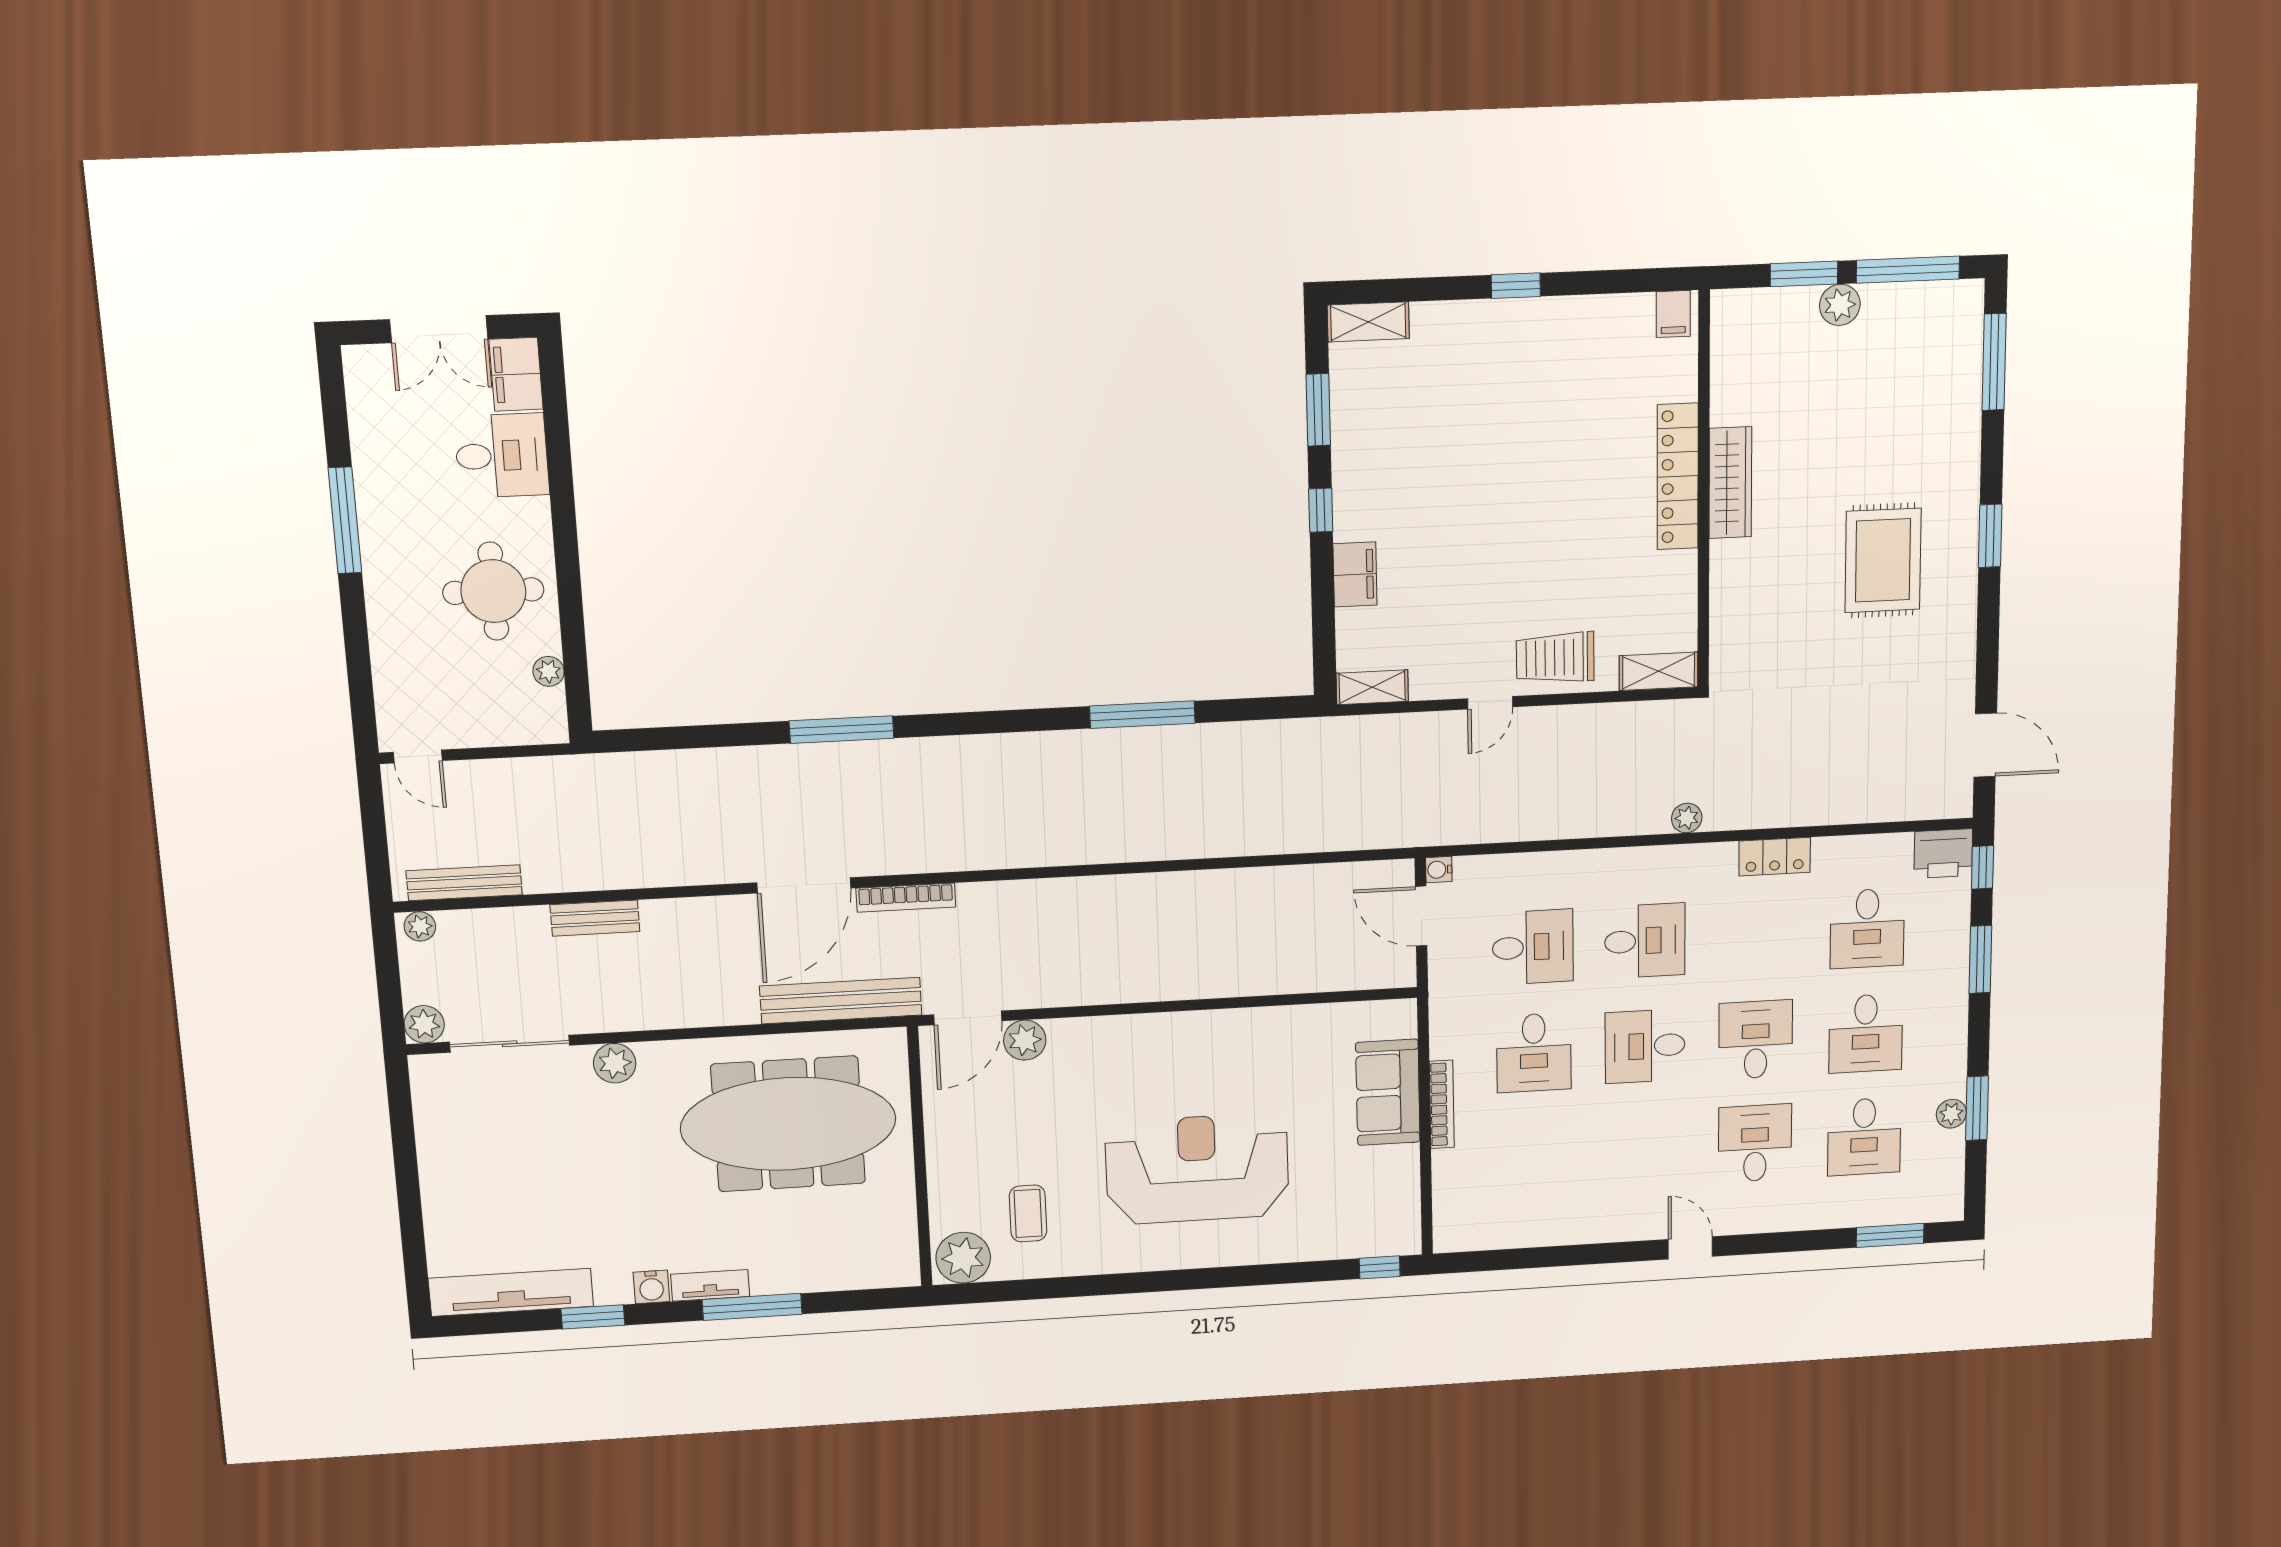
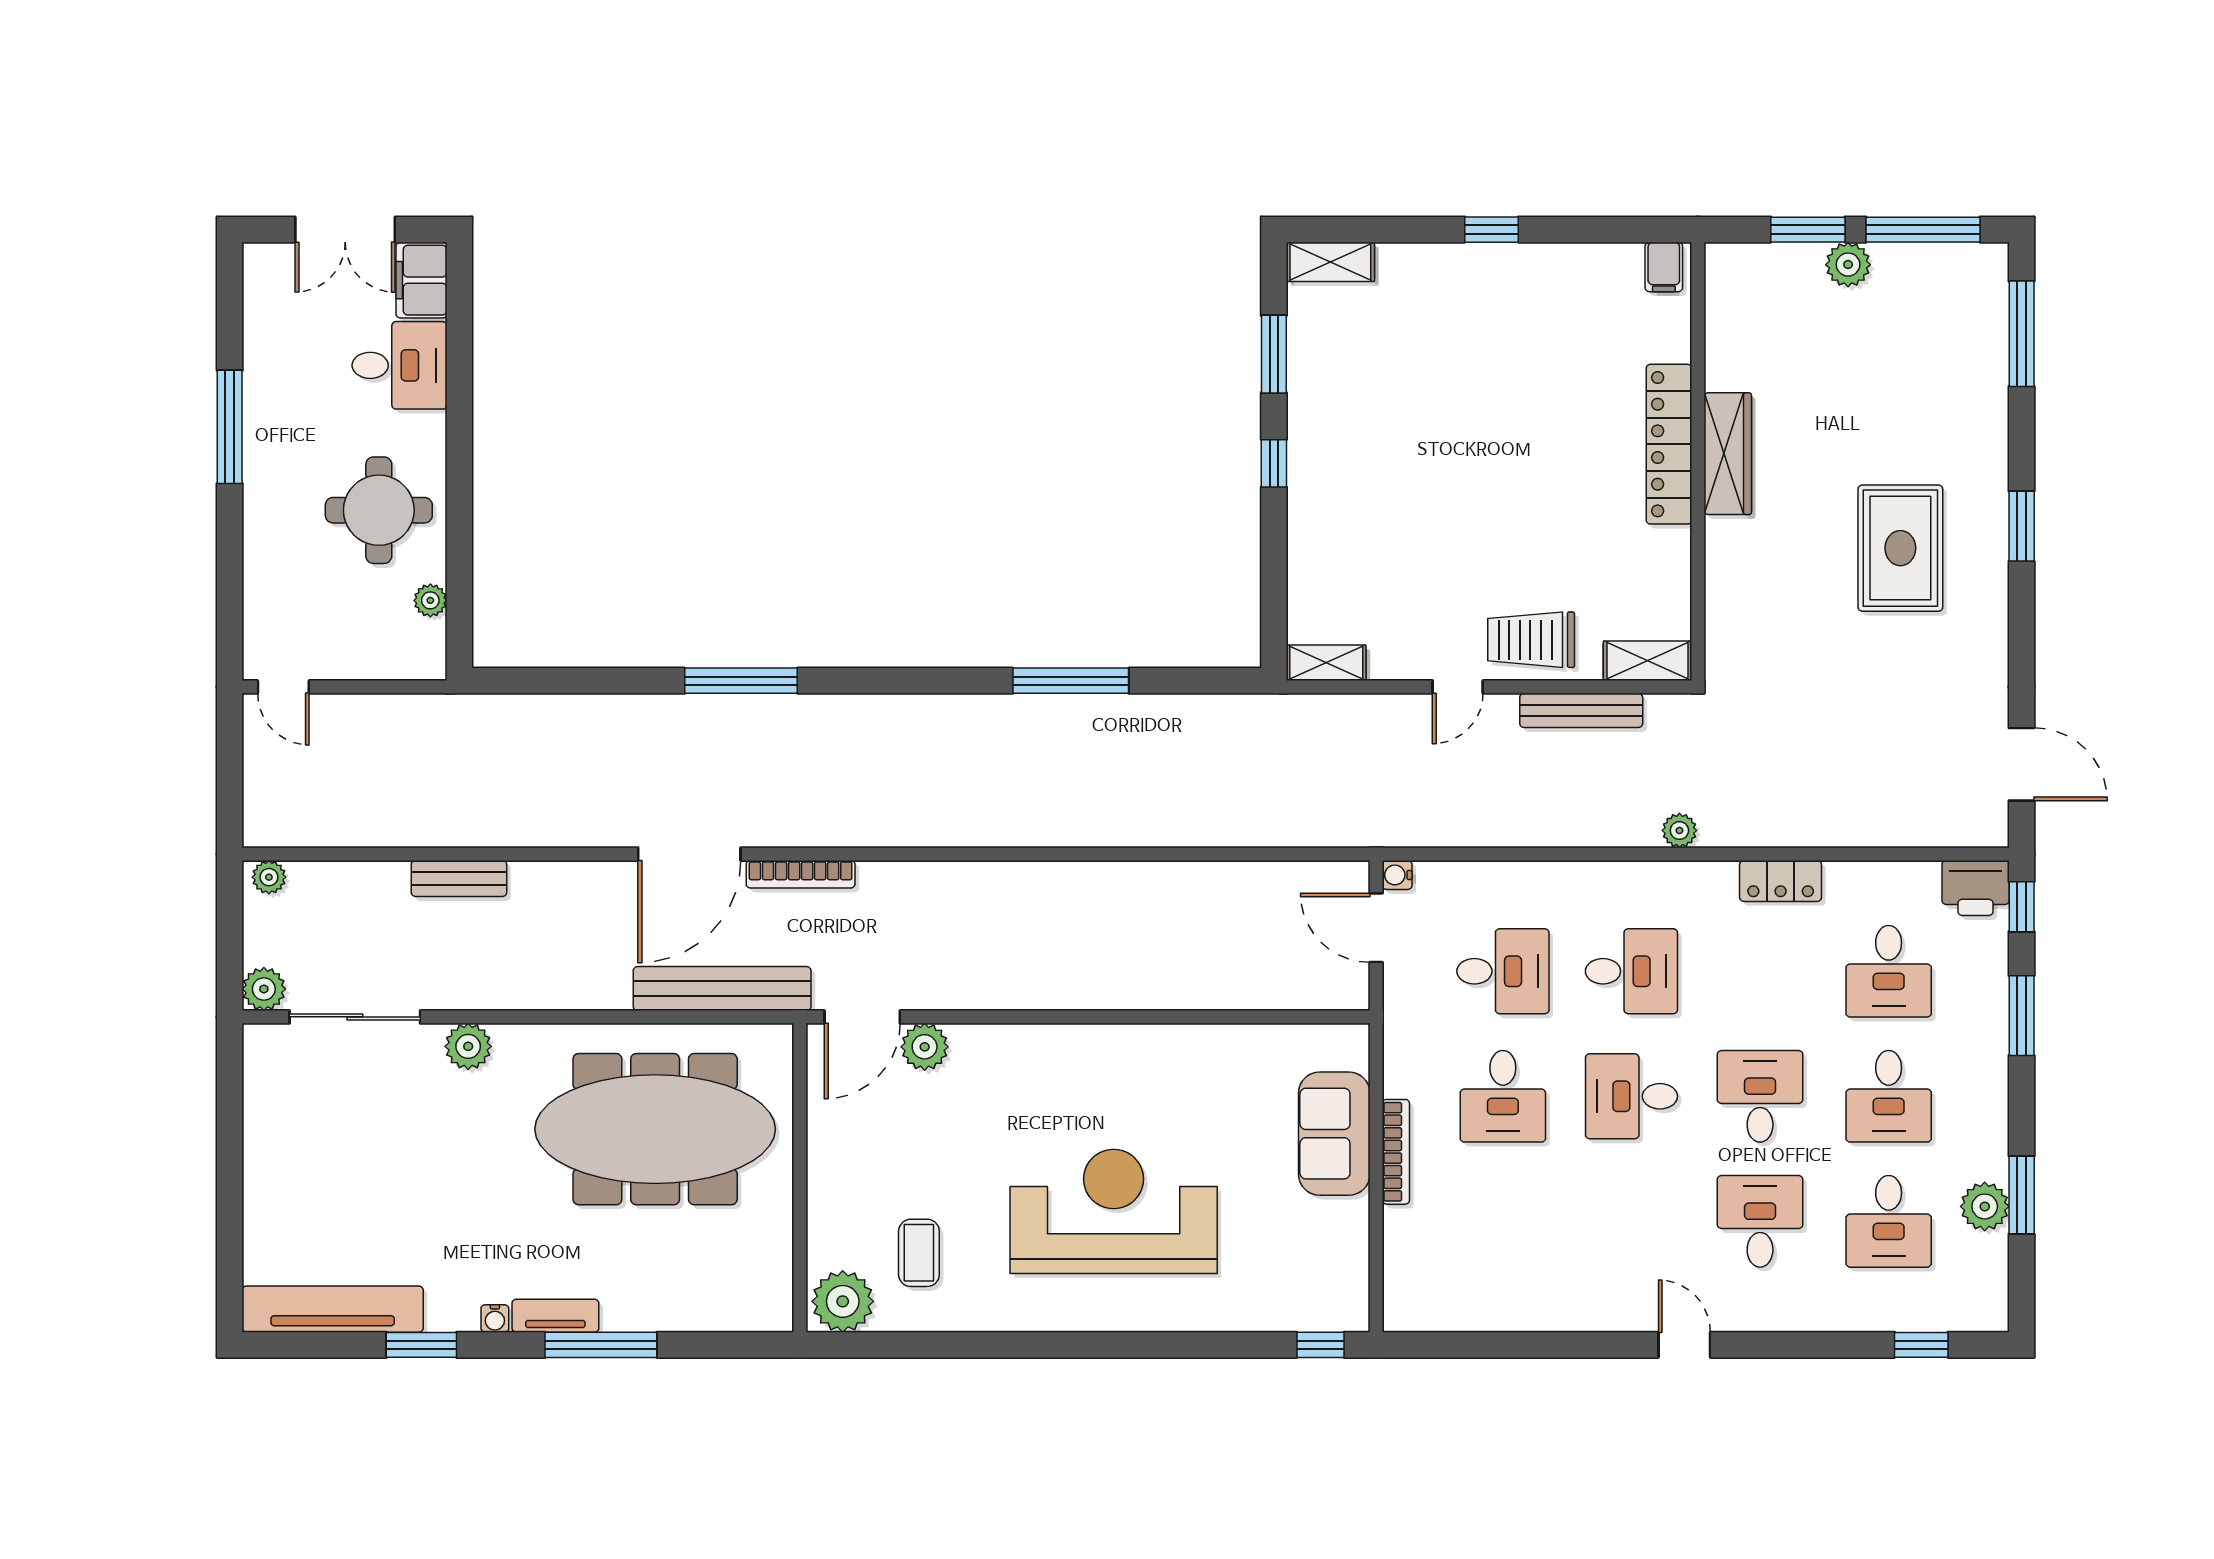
filing cabinet: (1355, 574) -> (1310, 536), removed
bench: (464, 883) -> (1581, 710), moved
plant: (1951, 1114) -> (1985, 1206), width x1.38, depth x1.38
window: (1890, 1235) -> (1921, 1345), width x0.67
water cooler: (651, 1287) -> (495, 1318), width x0.72, depth x0.72

